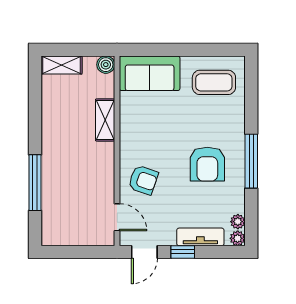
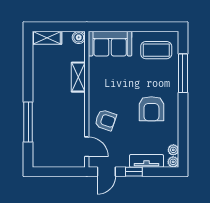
window: (251, 161) -> (183, 73), moved

